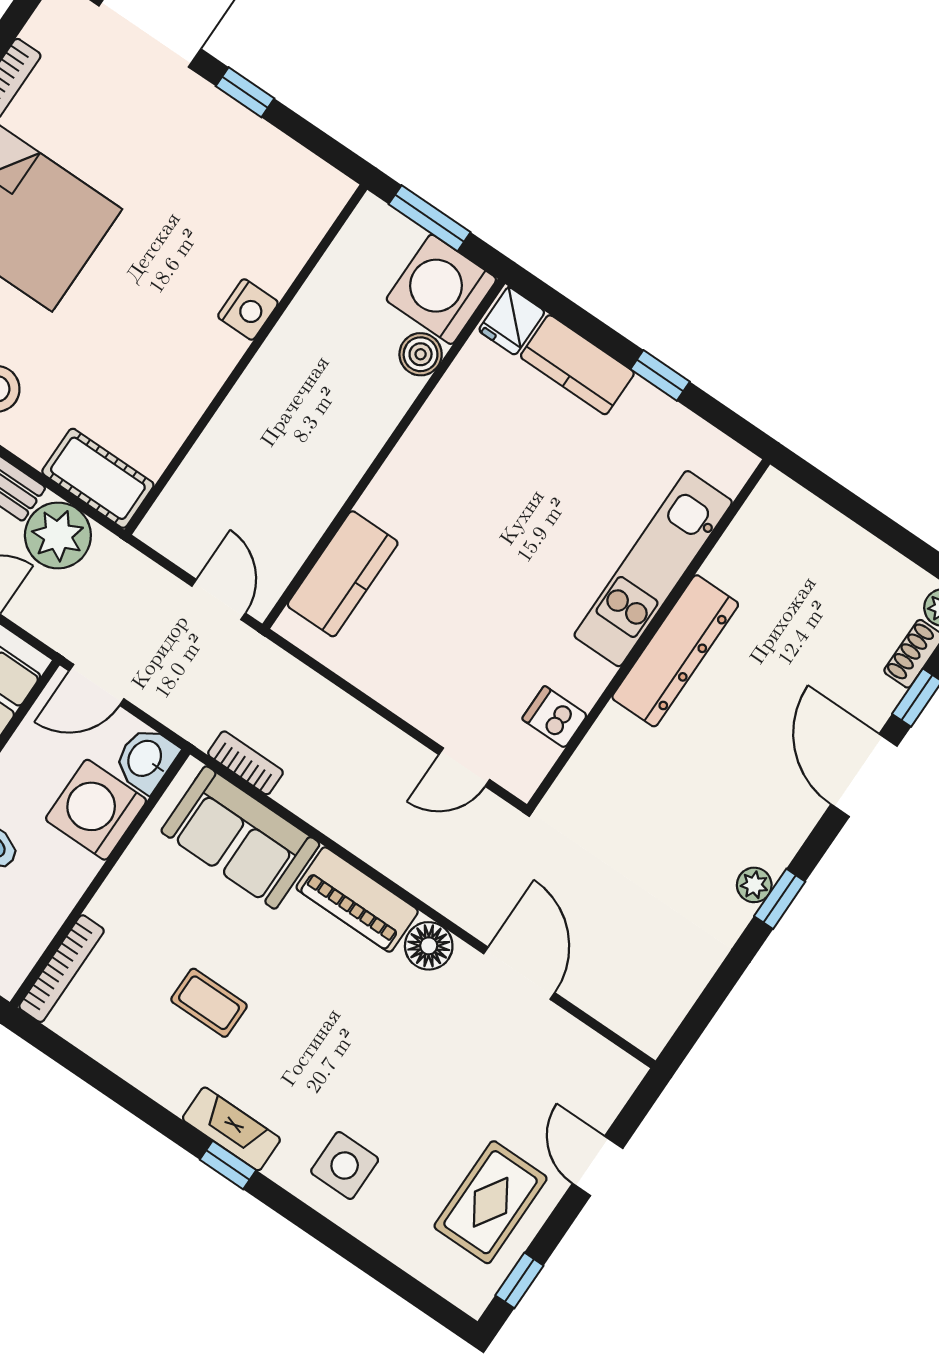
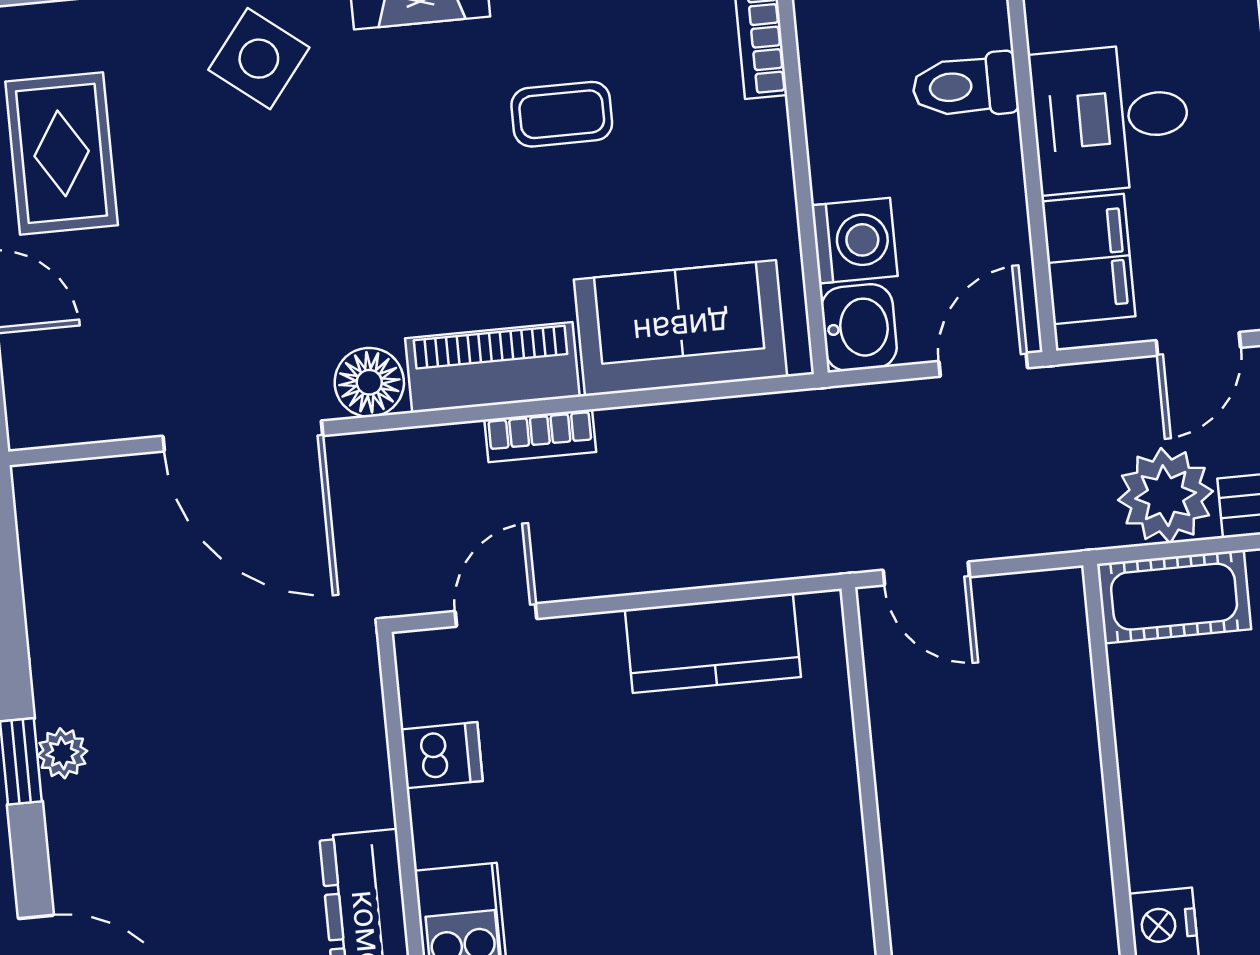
kitchen counter: (343, 574) -> (713, 643), moved, turned -90
bookcase: (245, 763) -> (540, 436), moved
washing machine: (96, 810) -> (854, 241), width x0.73, depth x0.73
door: (519, 973) -> (243, 436), width x1.36
side table: (345, 1165) -> (259, 59), turned 38

